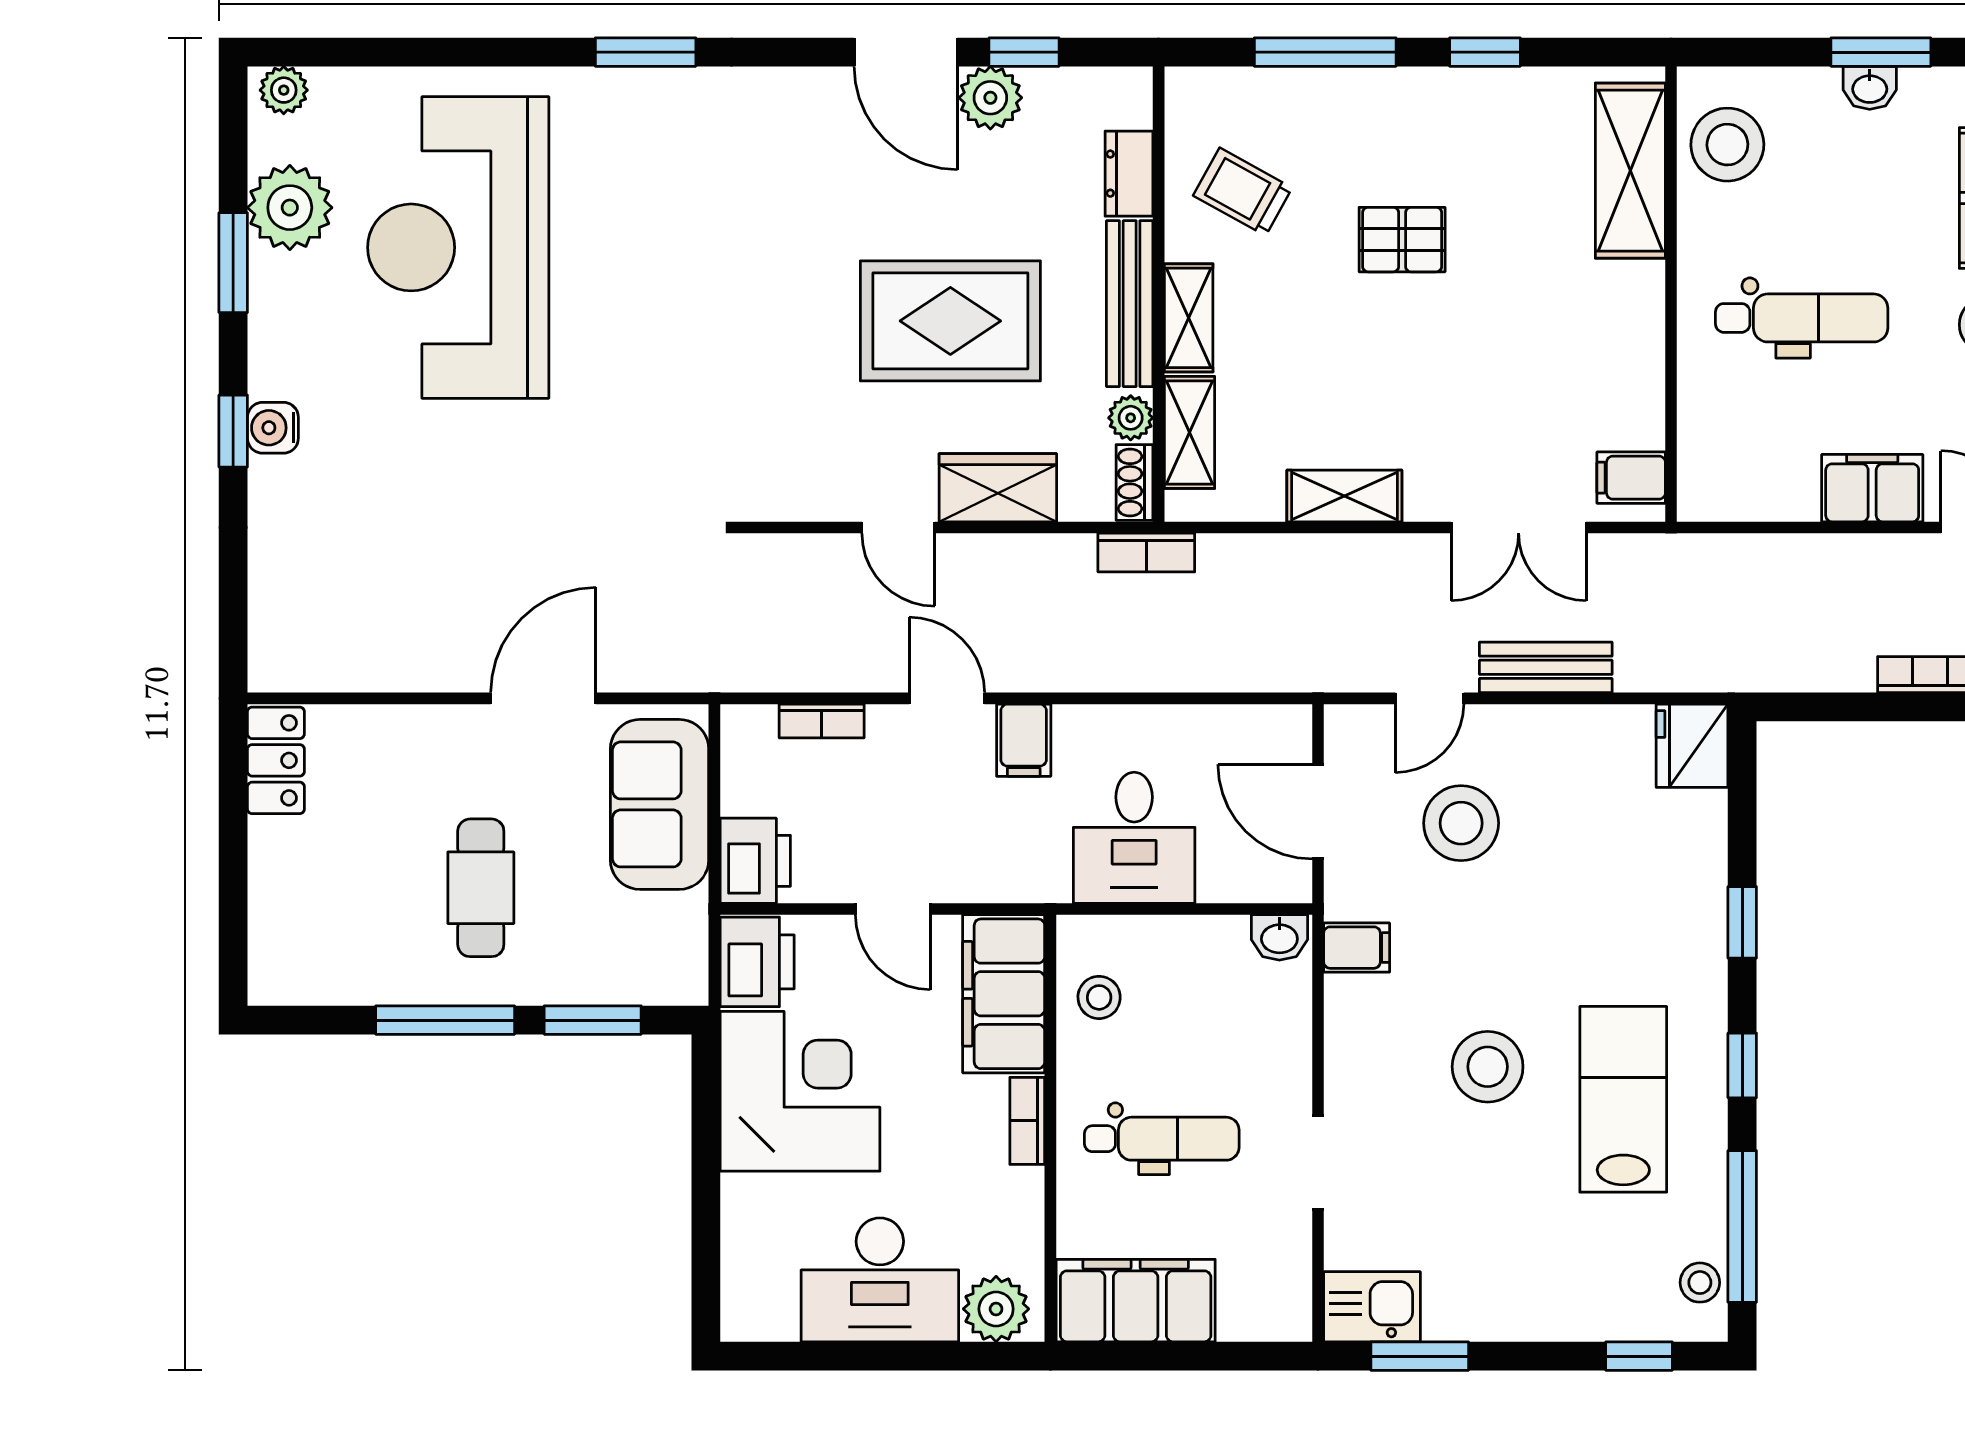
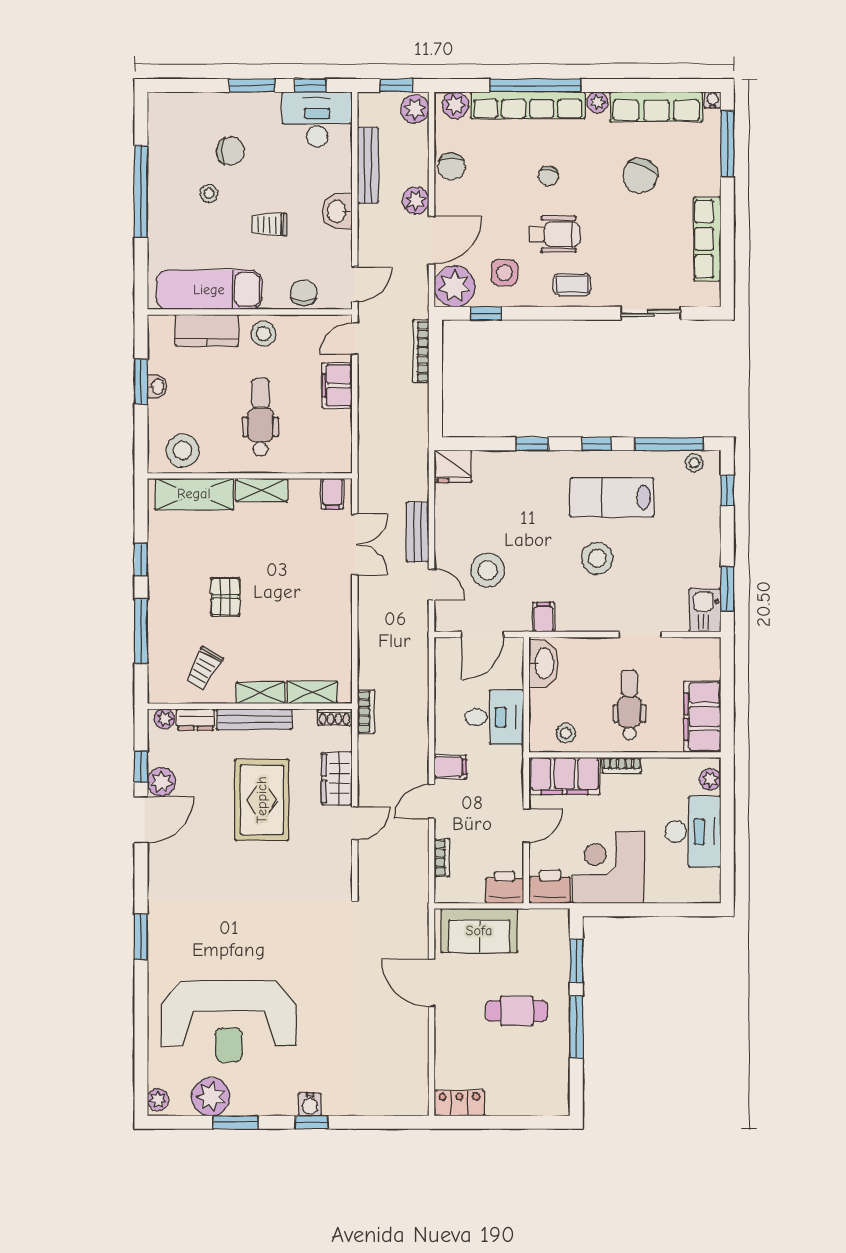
plant: (1131, 418) -> (164, 719), moved
shelving: (1344, 496) -> (262, 490), moved, turned 90
washbasin: (1279, 937) -> (544, 663), width x1.91, depth x1.45
plant: (996, 1309) -> (710, 779), width x0.73, depth x0.73

